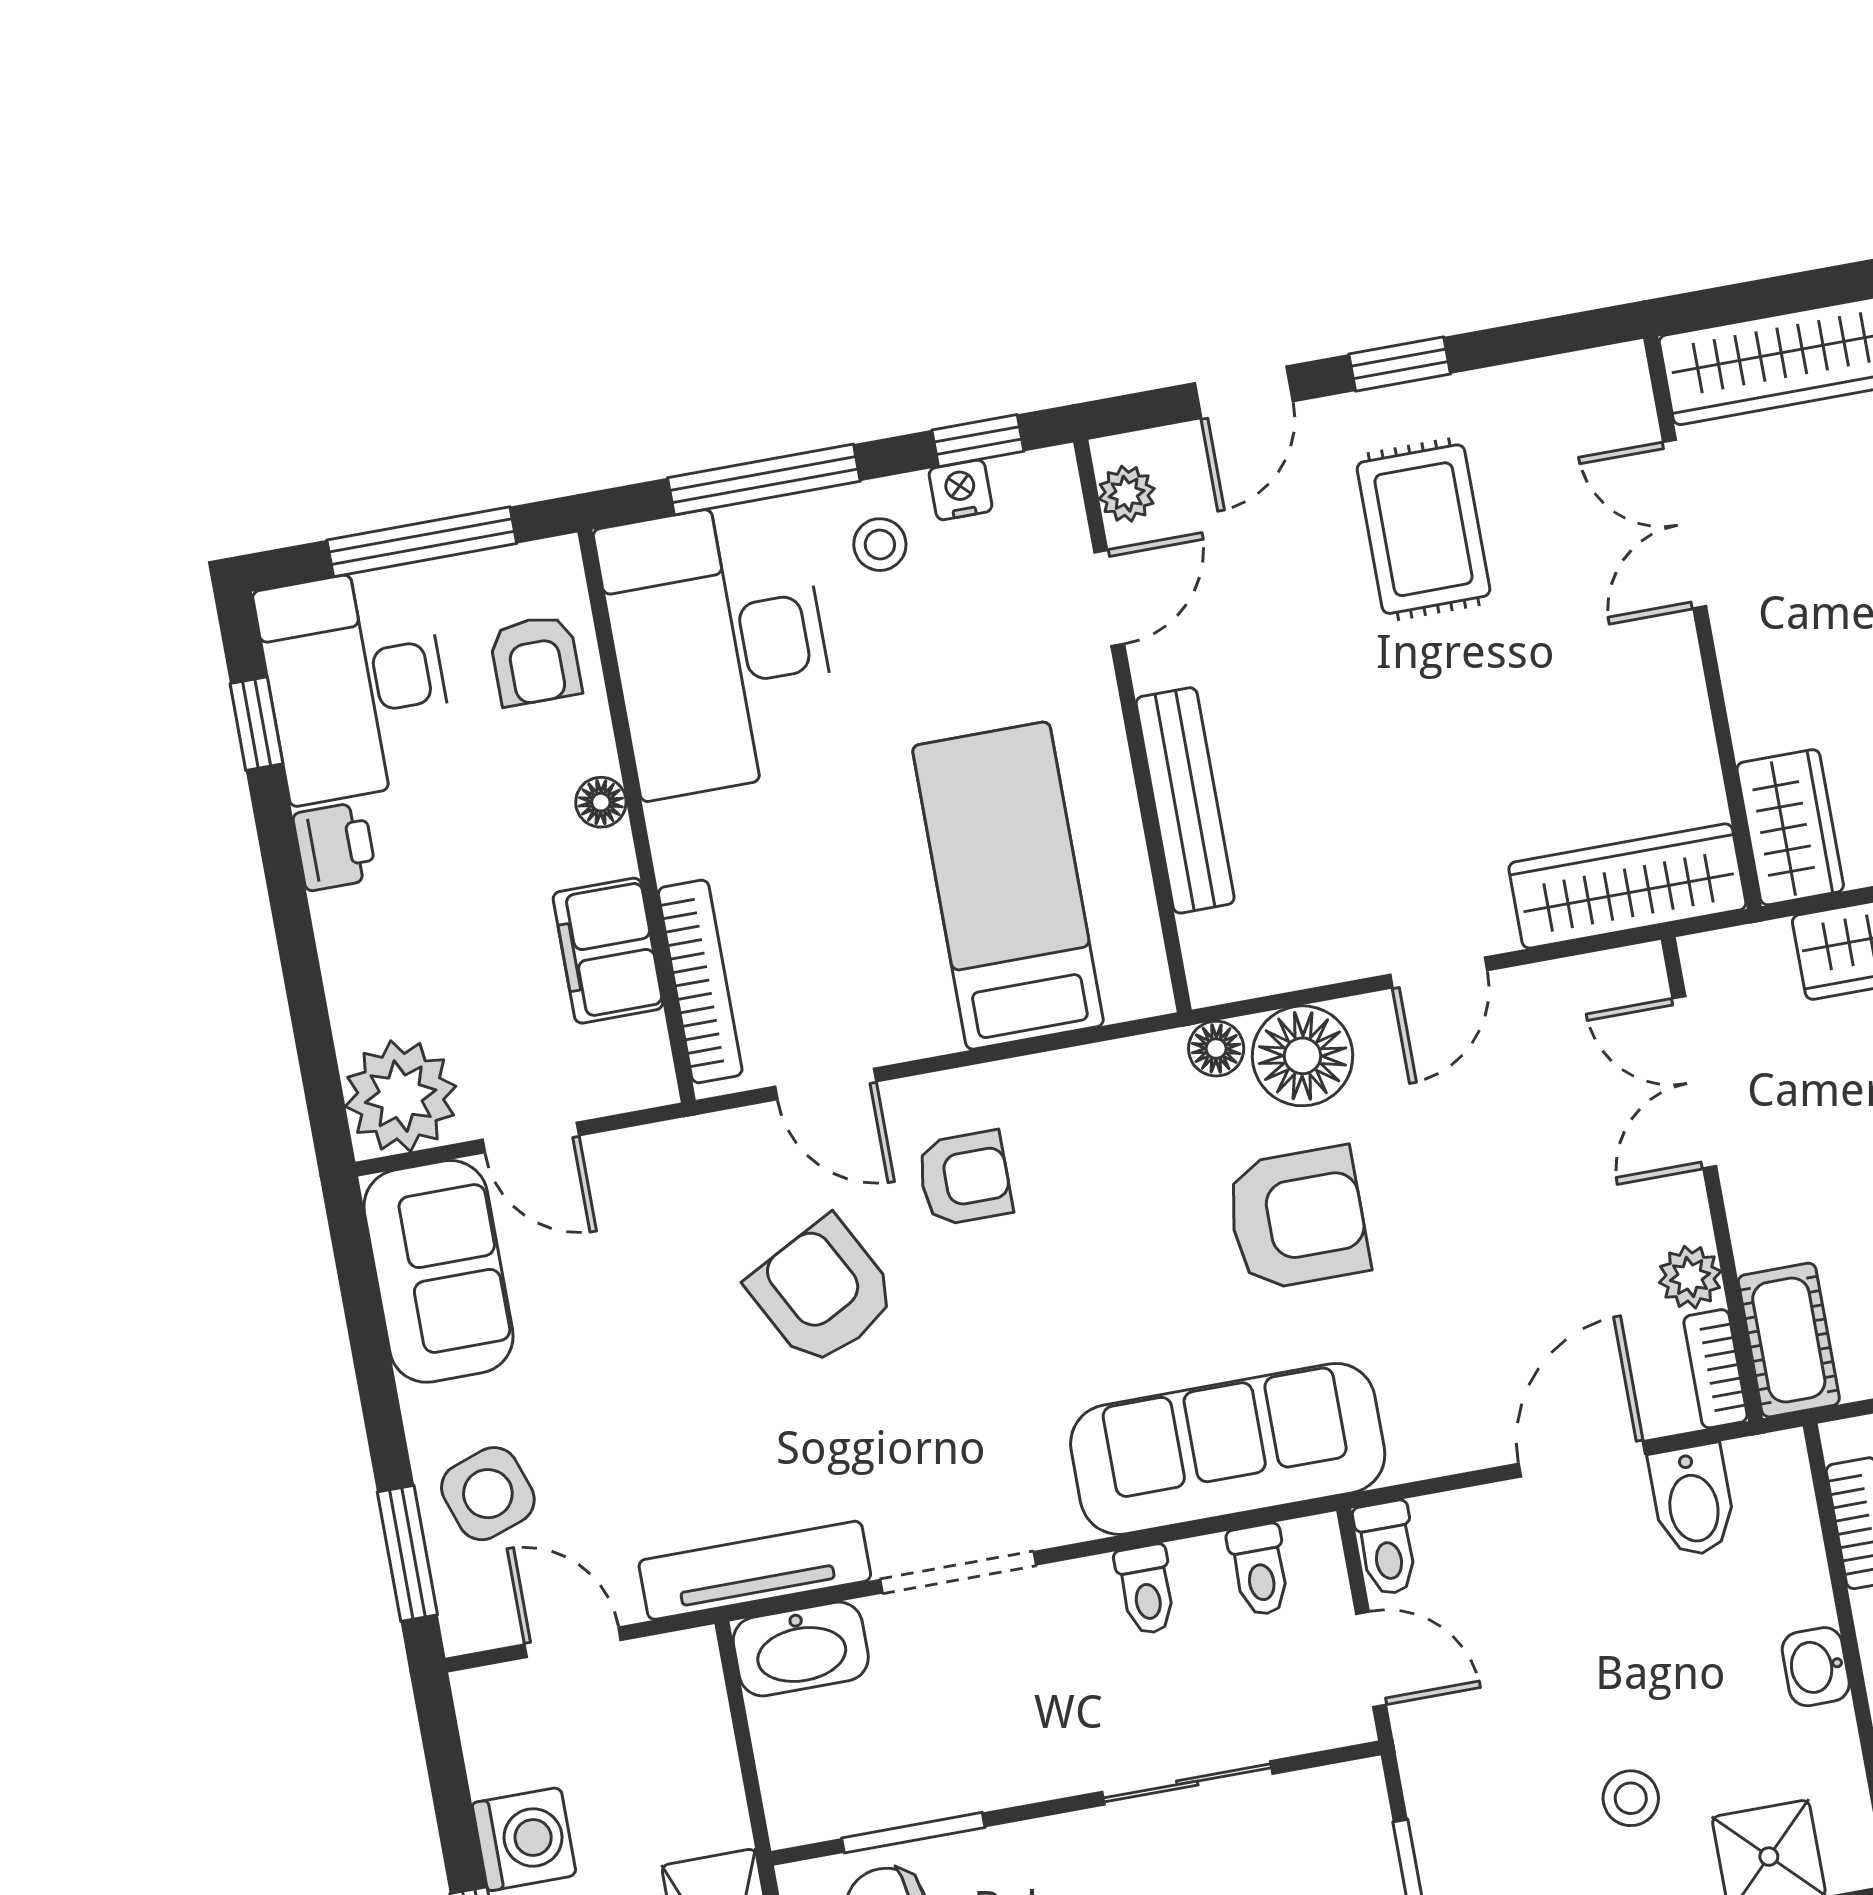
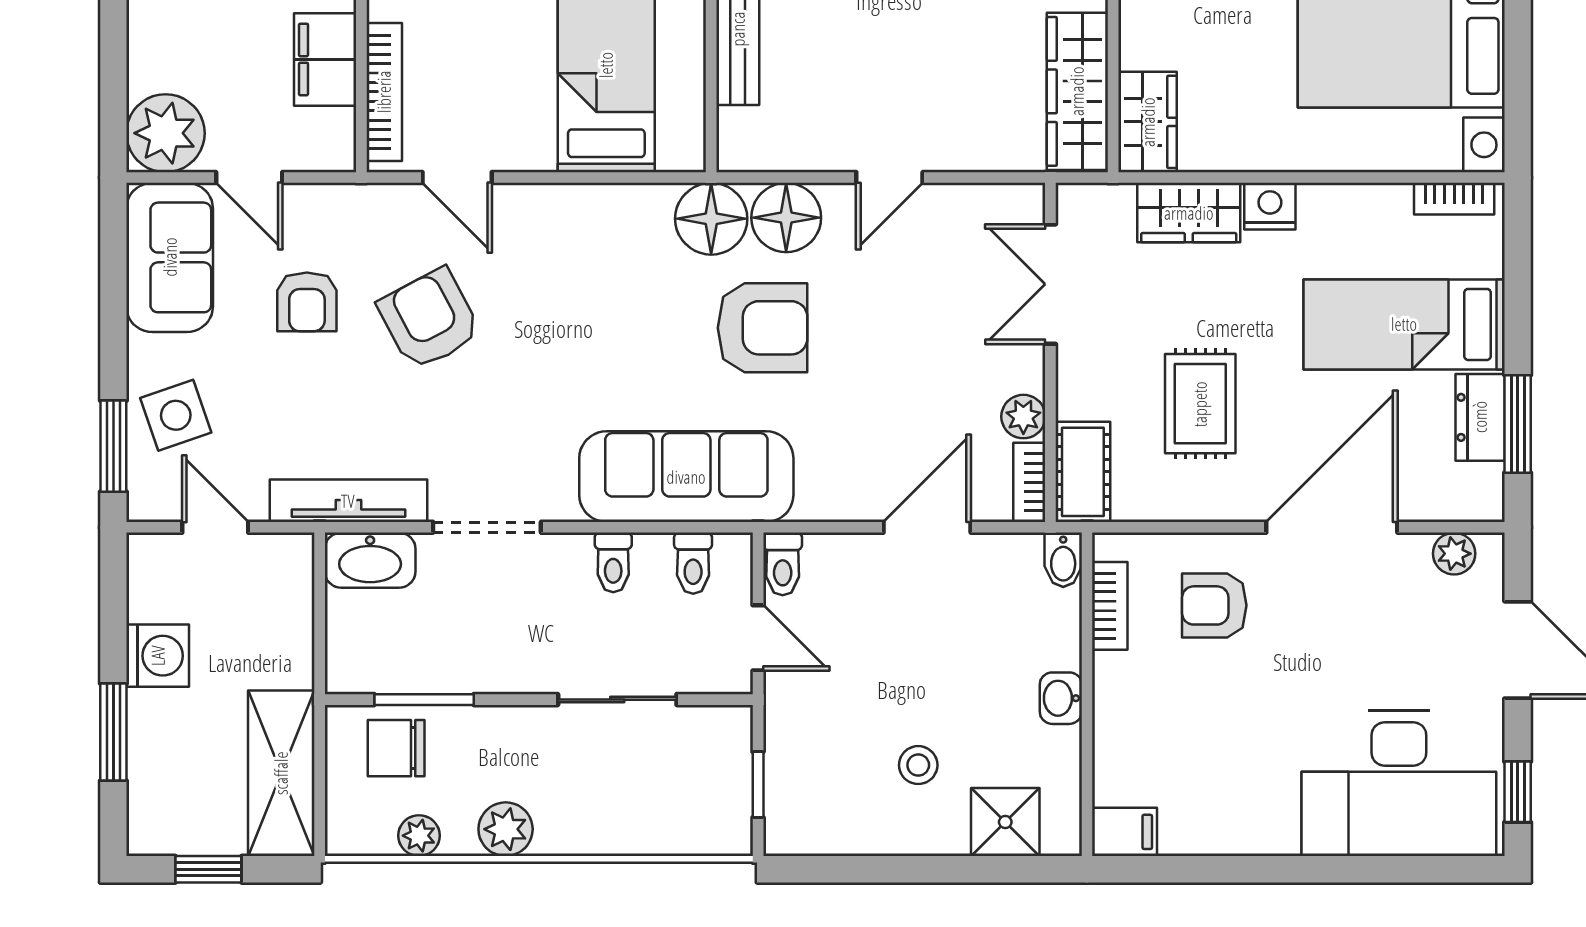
wardrobe: (1627, 886) -> (1077, 91), moved, turned -90
floor lamp: (1216, 1049) -> (711, 219), width x1.89, depth x1.89
armchair: (964, 1178) -> (307, 302), moved, turned 90
bidet: (1693, 1501) -> (1063, 560), moved, width x0.72, depth x0.74

